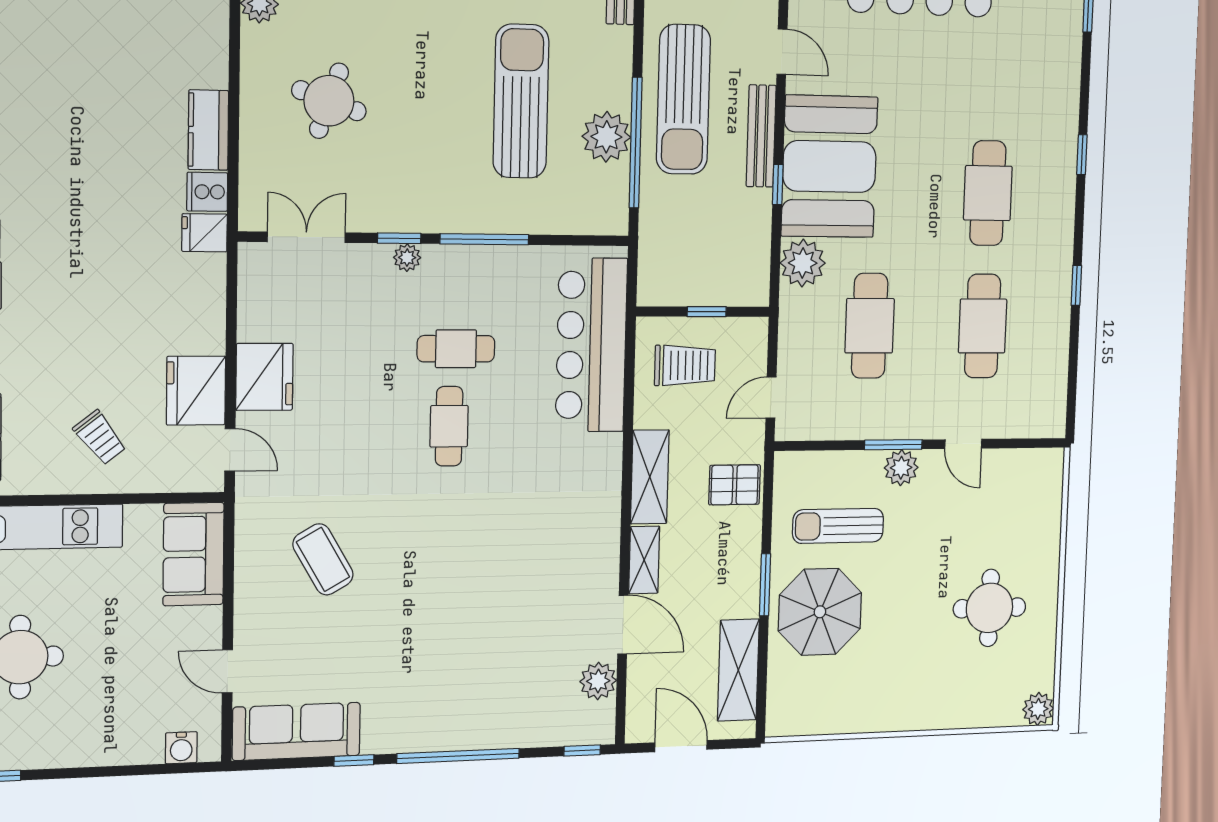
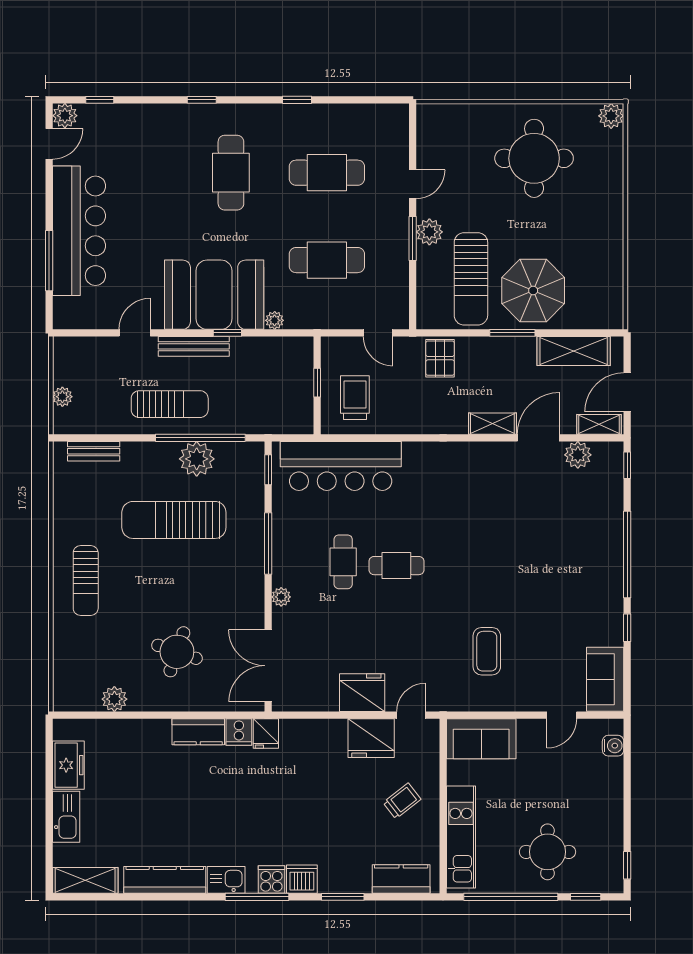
sun lounger: (683, 99) -> (170, 404), width x0.73, depth x0.75
cafe table: (988, 193) -> (231, 173), turned 90
double door: (306, 237) -> (268, 666), width x1.37
window: (399, 238) -> (268, 470), moved
plant: (803, 263) -> (275, 320), width x0.53, depth x0.53
shelving: (650, 477) -> (599, 424), moved, width x0.67, depth x0.75
sun lounger: (838, 526) -> (471, 279), width x1.36, depth x1.34
coffee table: (323, 559) -> (487, 651), turned -60
round table: (989, 608) -> (534, 158), width x1.36, depth x1.36
sofa: (296, 731) -> (605, 679), width x0.73

